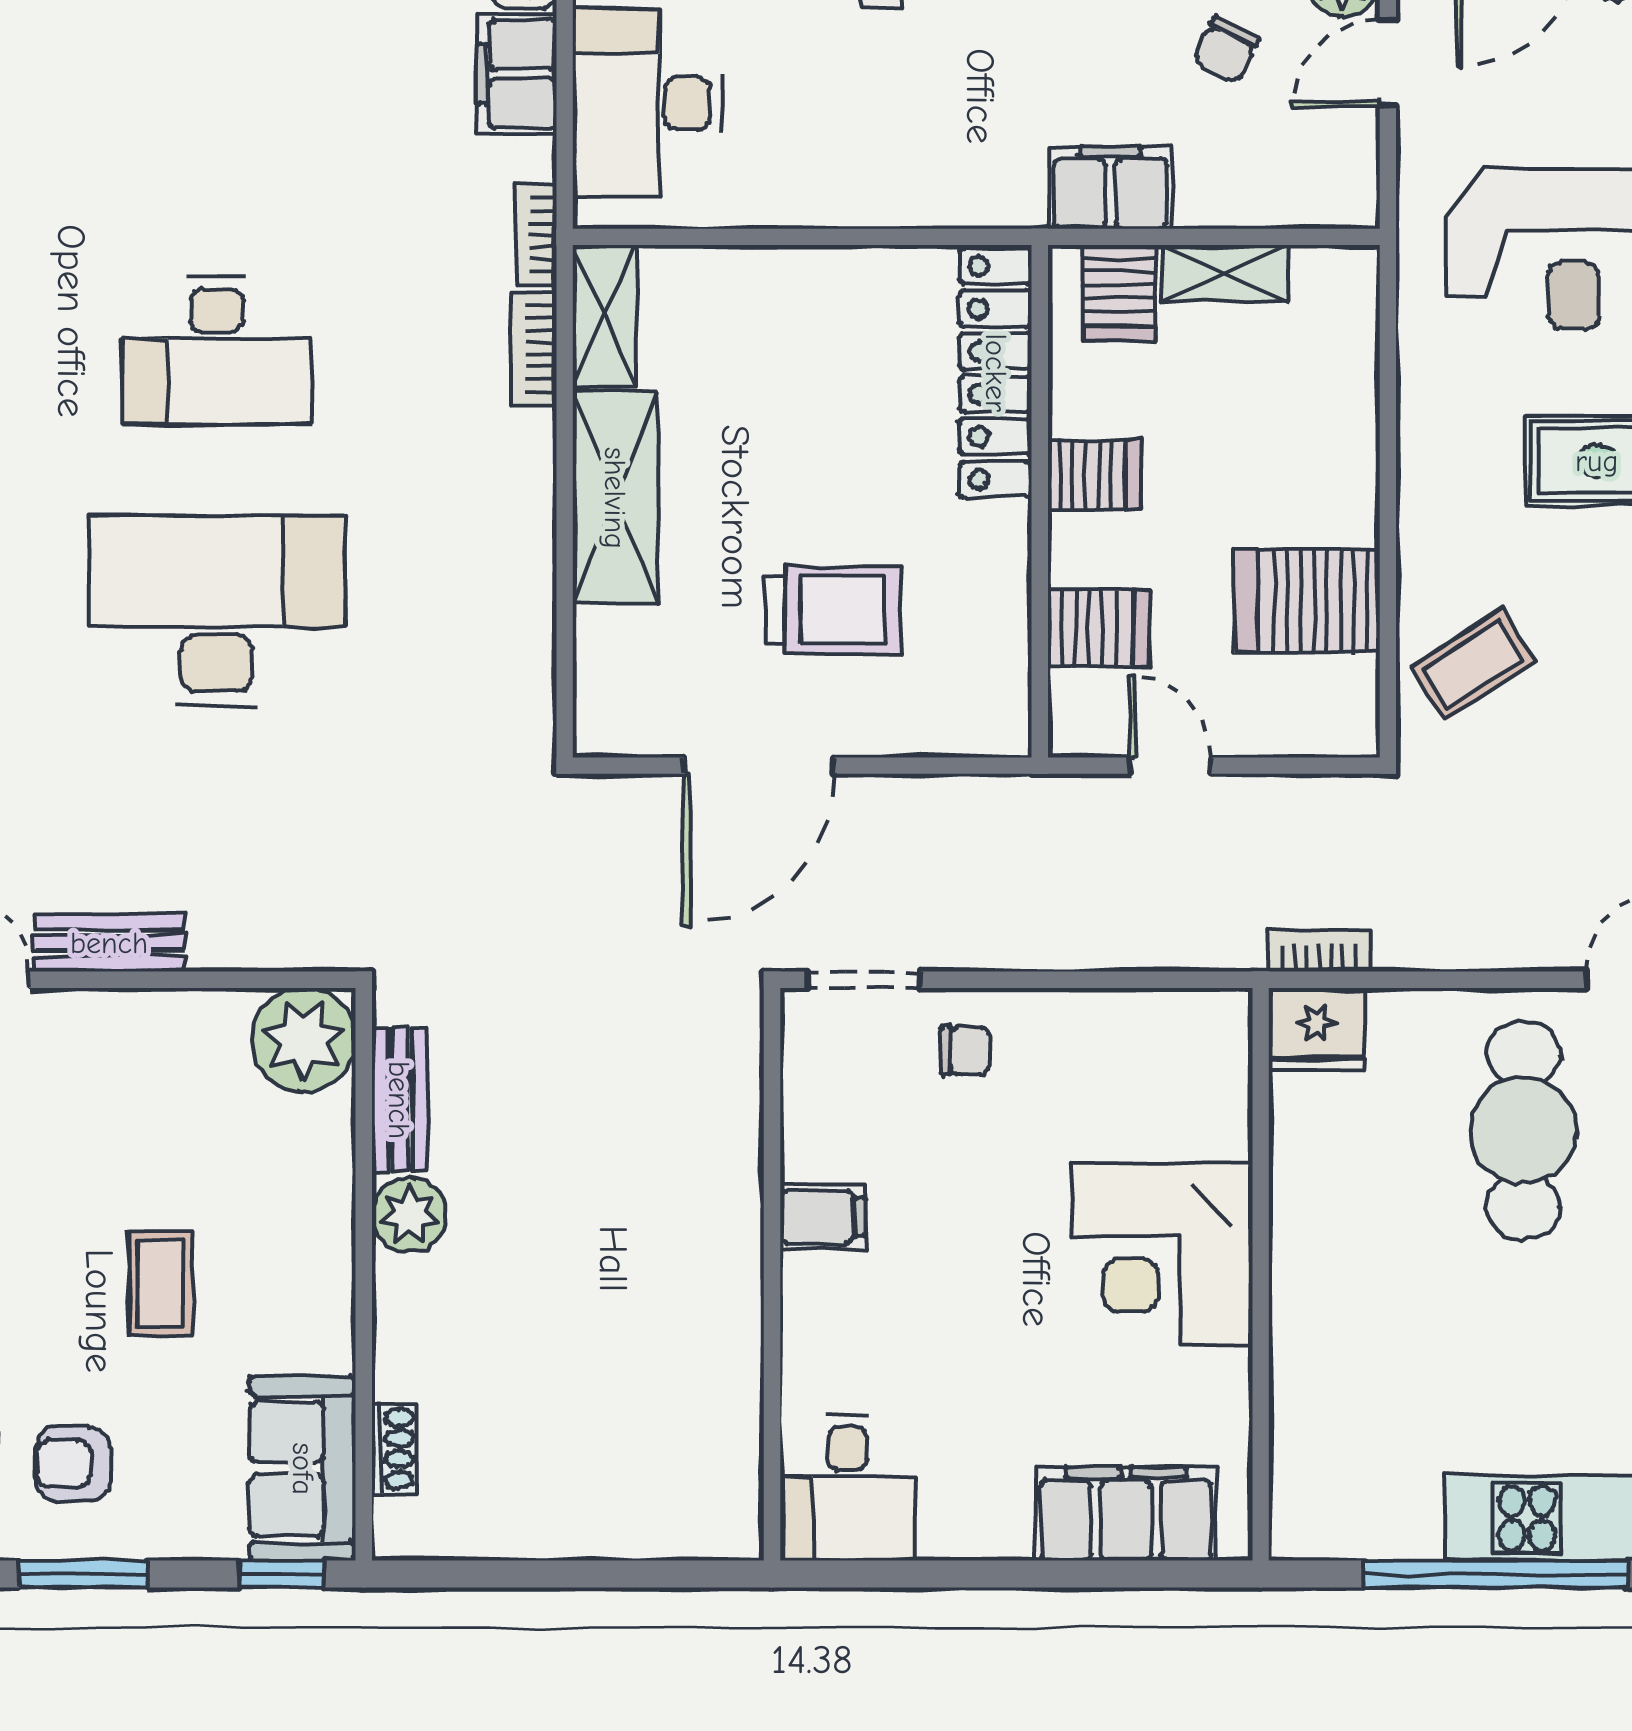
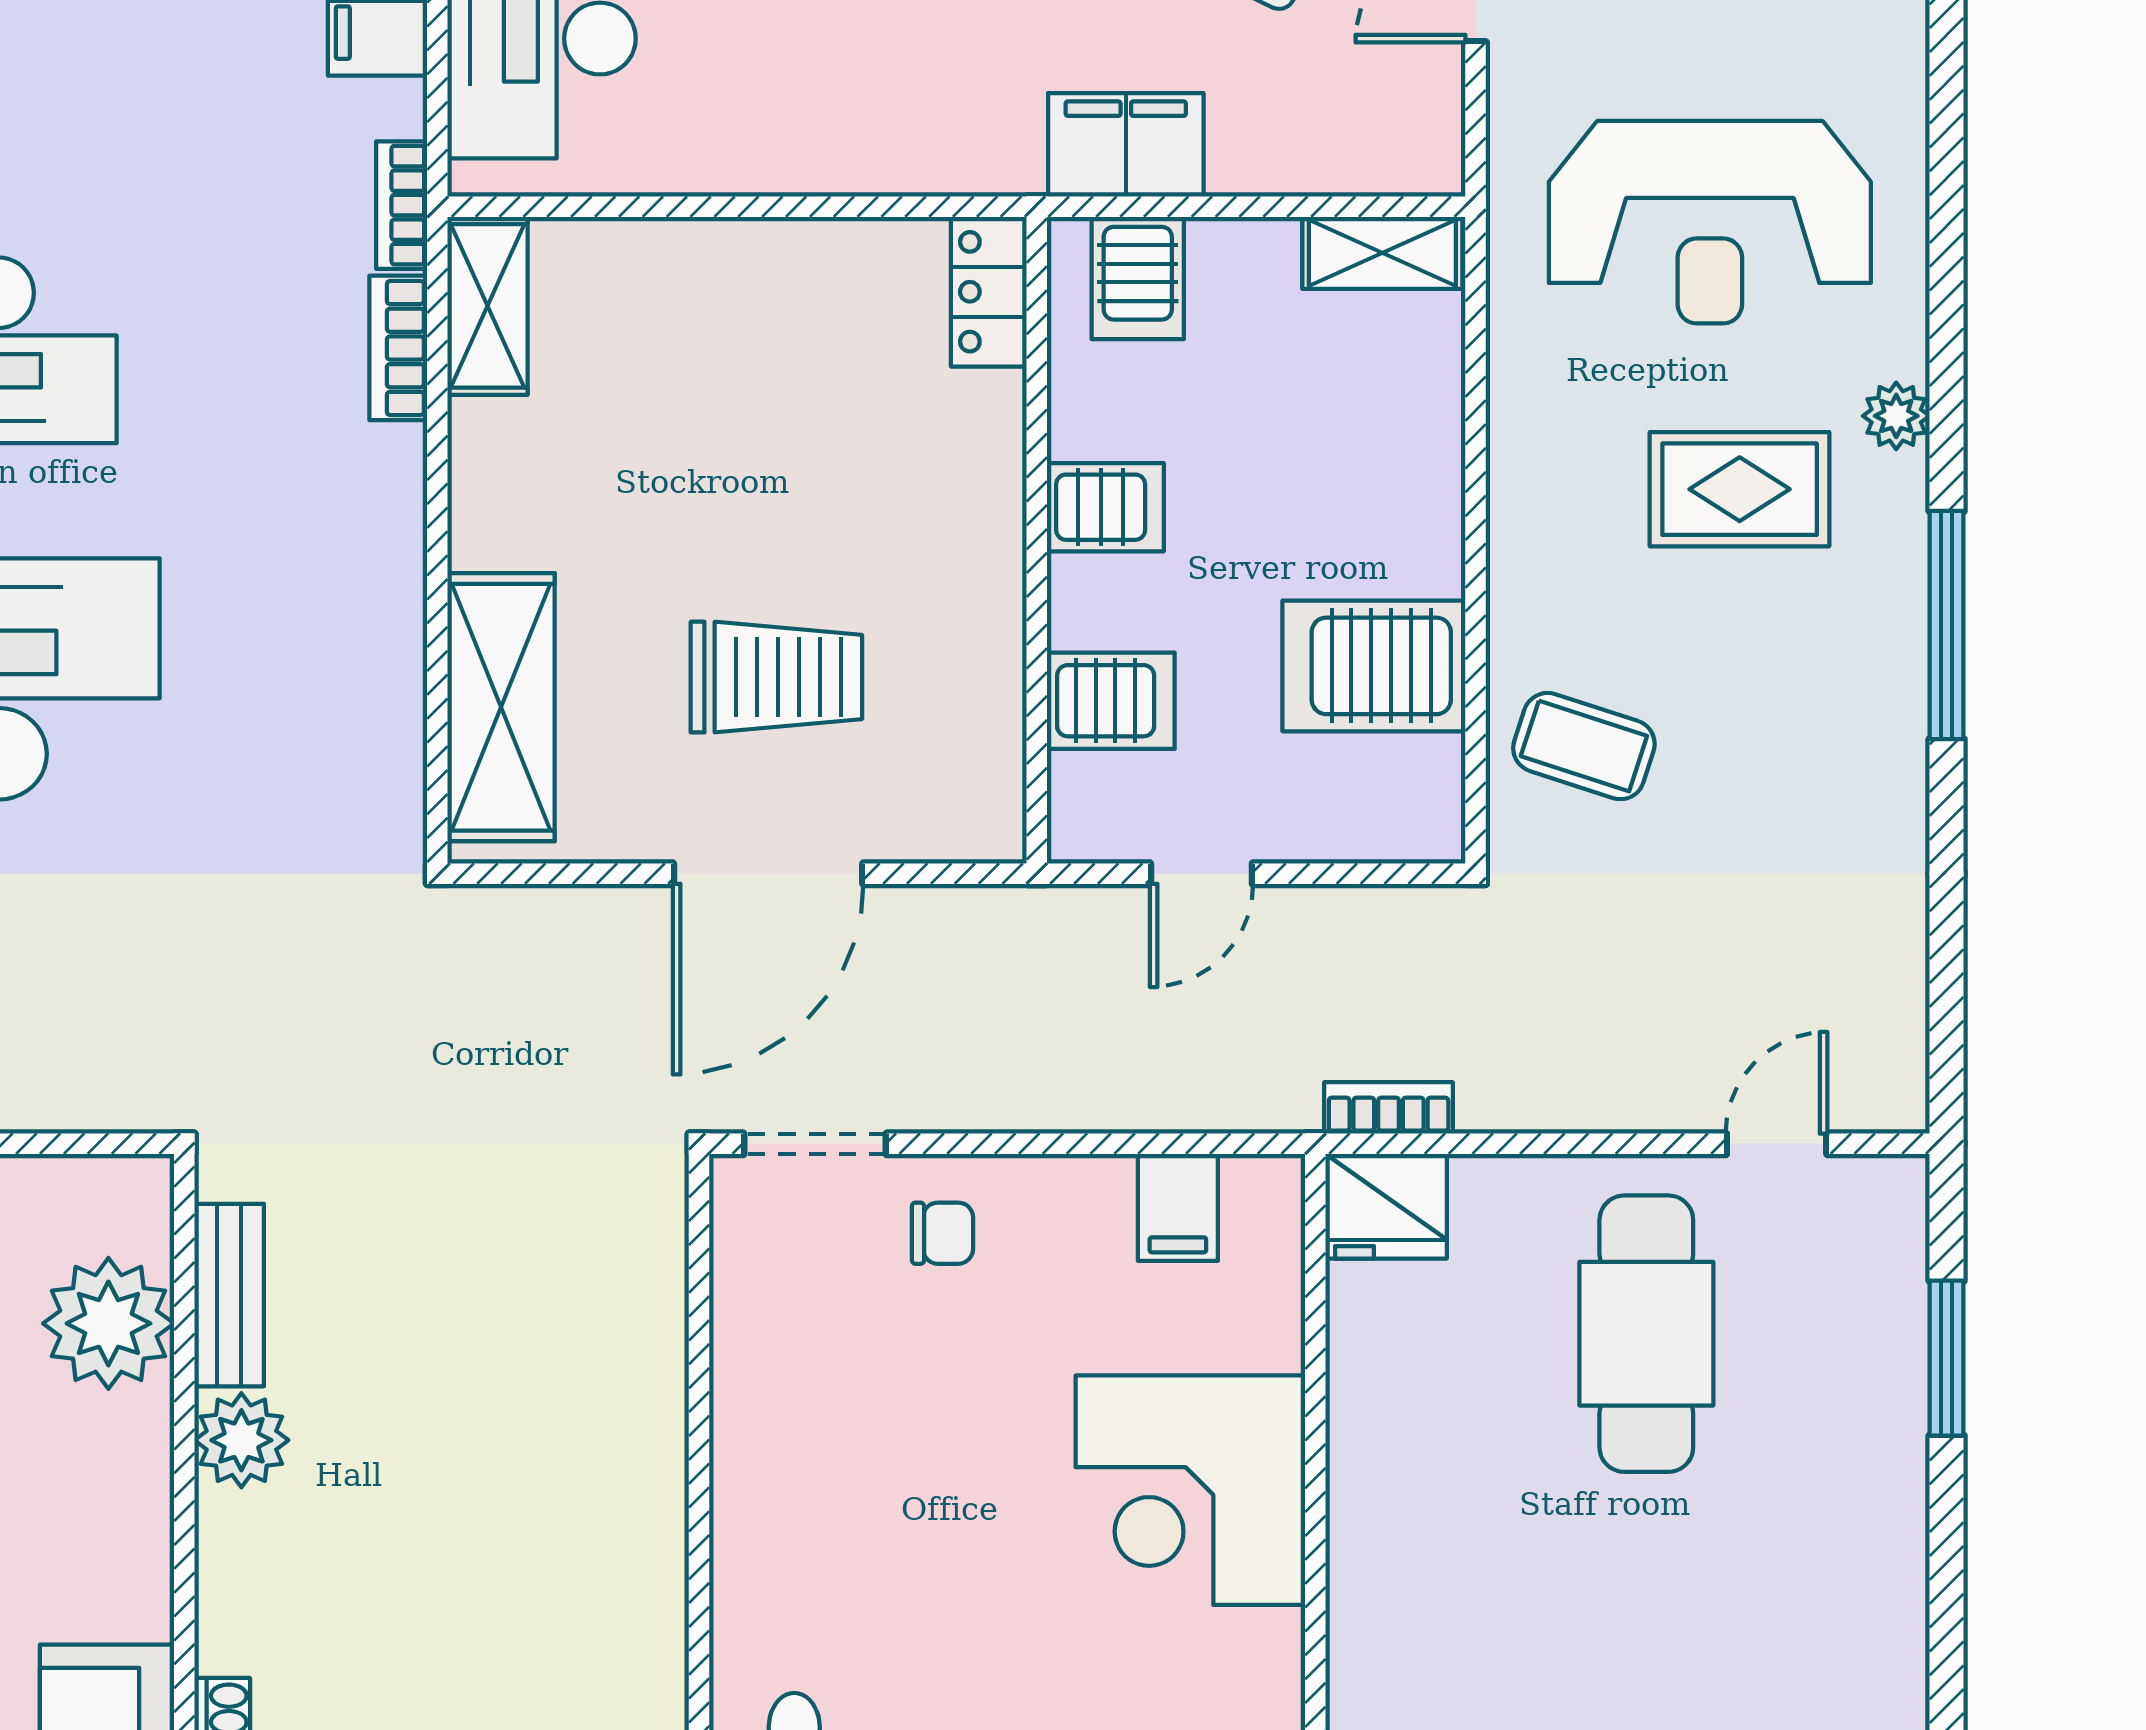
shelving: (1225, 273) -> (1382, 253), moved
locker: (996, 373) -> (989, 292), width x0.46, depth x0.83
shelving: (615, 498) -> (501, 707), moved
coffee table: (1474, 664) -> (1584, 746), turned 51
door: (759, 766) -> (768, 874), moved
door: (1170, 766) -> (1201, 874), swing flipped
plant: (304, 1040) -> (108, 1323), moved
filing cabinet: (822, 1217) -> (1178, 1207), moved, turned 90

